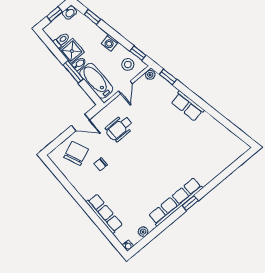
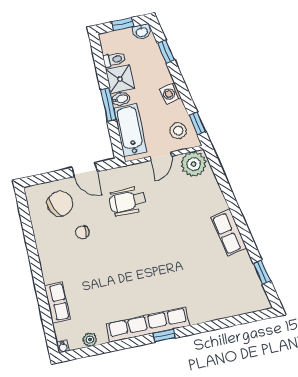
plant: (150, 75) -> (194, 164), width x1.88, depth x1.88
window: (168, 77) -> (262, 272), moved
row of seats: (187, 106) -> (229, 233), moved
row of seats: (104, 214) -> (57, 302), width x0.68

